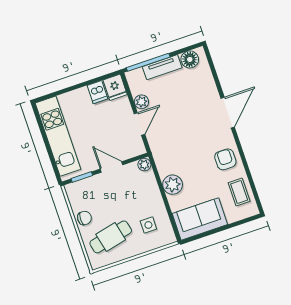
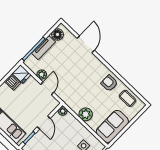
door: (228, 113) -> (86, 44), moved
door: (111, 167) -> (44, 123), swing flipped

